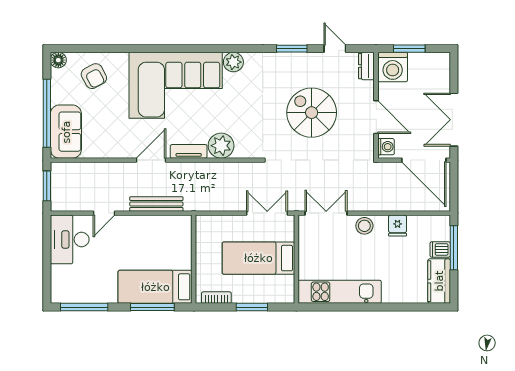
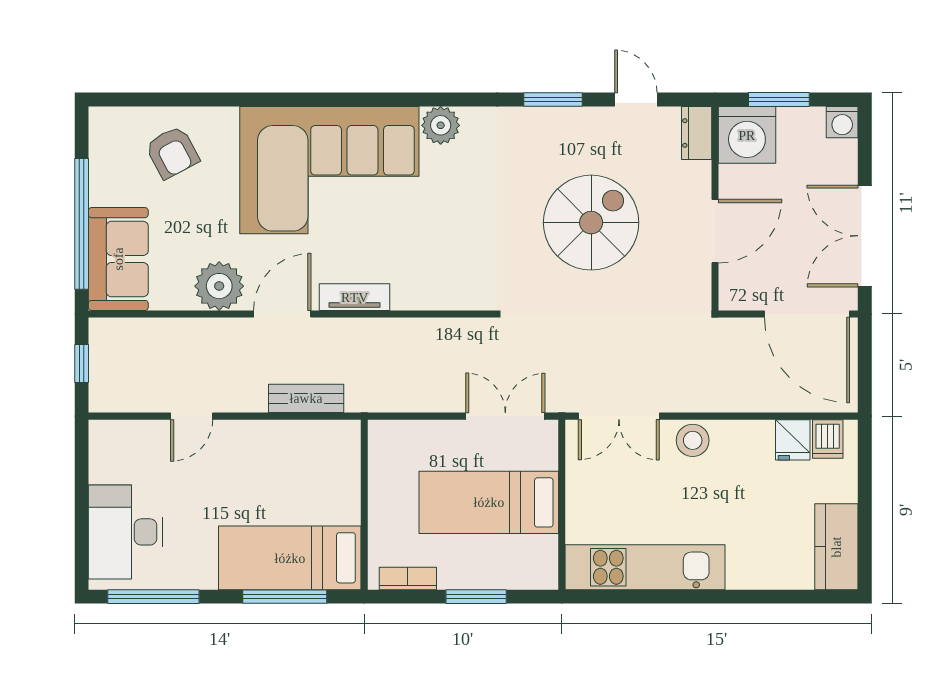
floor lamp: (58, 60) -> (104, 121), removed
spiral stairs: (312, 113) -> (591, 223), turned 90
door: (376, 117) -> (715, 231), hinge flipped
plant: (221, 146) -> (219, 286), moved
washing machine: (386, 147) -> (842, 122), moved, turned 90
window: (47, 186) -> (82, 364), width x0.67
bench: (156, 204) -> (306, 398), width x0.73
double door: (326, 213) -> (619, 416), swing flipped
fridge: (398, 226) -> (793, 440), moved
desk: (70, 239) -> (126, 532), moved
window: (454, 248) -> (865, 482), removed
dishwasher: (440, 249) -> (828, 439), moved, turned -90

